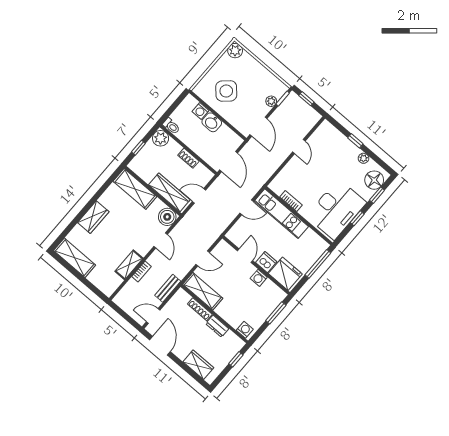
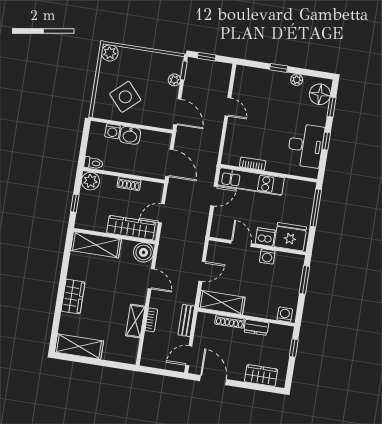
desk: (336, 209) -> (306, 146), width x0.73, depth x0.77

